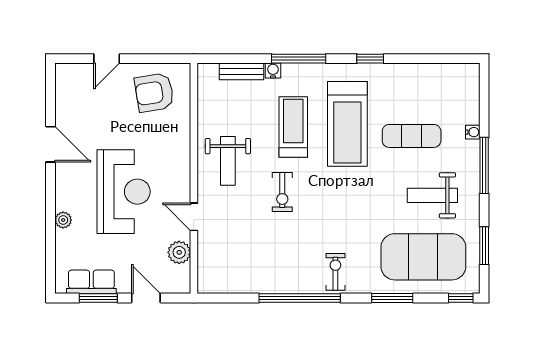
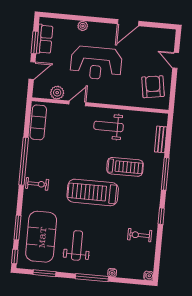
water cooler: (273, 71) -> (149, 276), moved
treadmill: (347, 124) -> (93, 192), moved
exercise mat: (412, 136) -> (38, 122), moved
exercise bike: (282, 192) -> (140, 235), moved
window: (392, 298) -> (17, 228), moved

